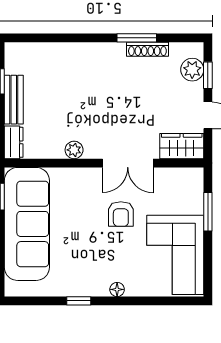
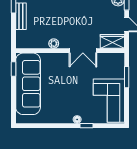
dresser: (14, 142) -> (21, 39), removed
armchair: (121, 214) -> (79, 78), removed
window: (79, 301) -> (87, 126), moved

